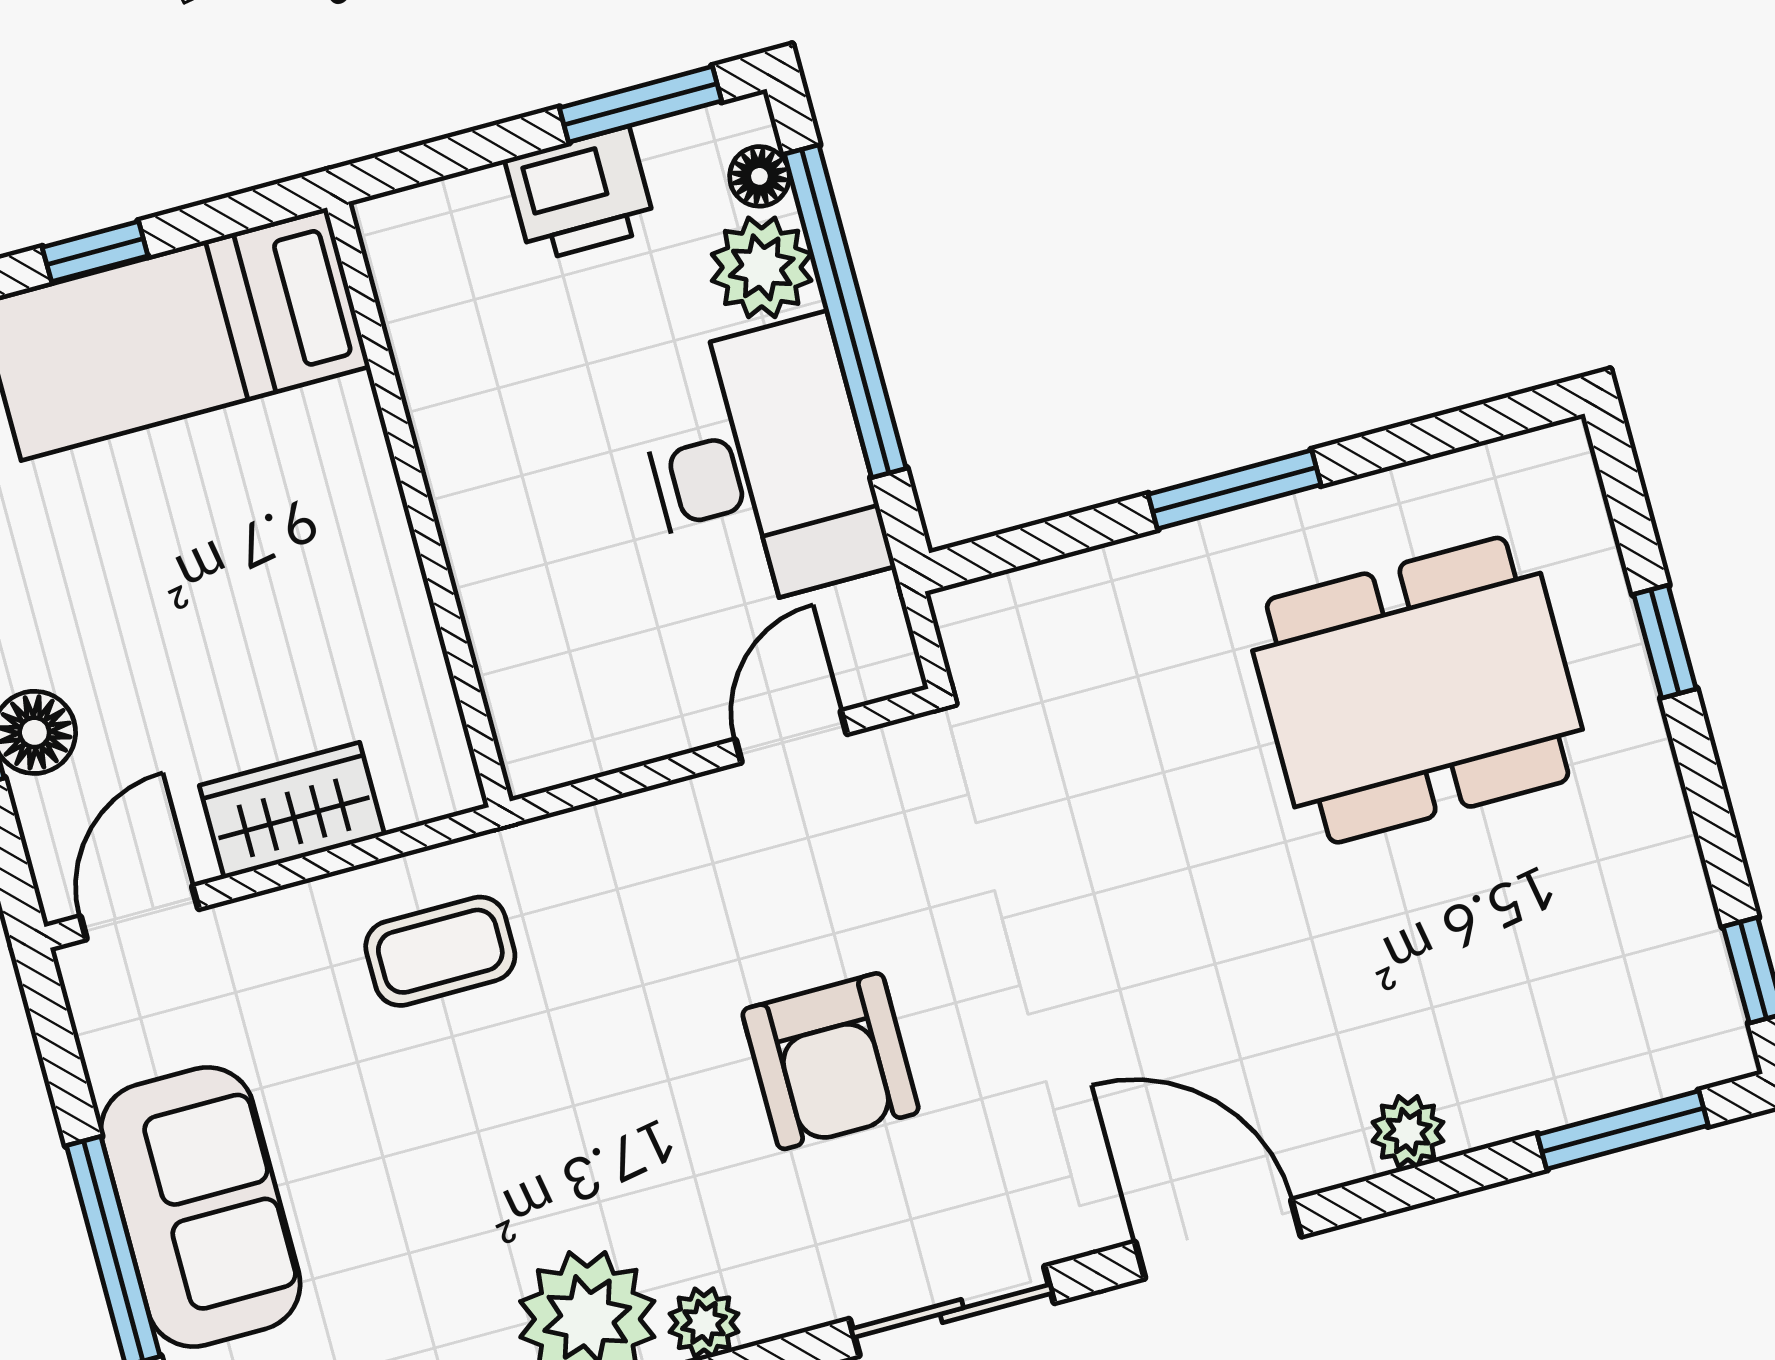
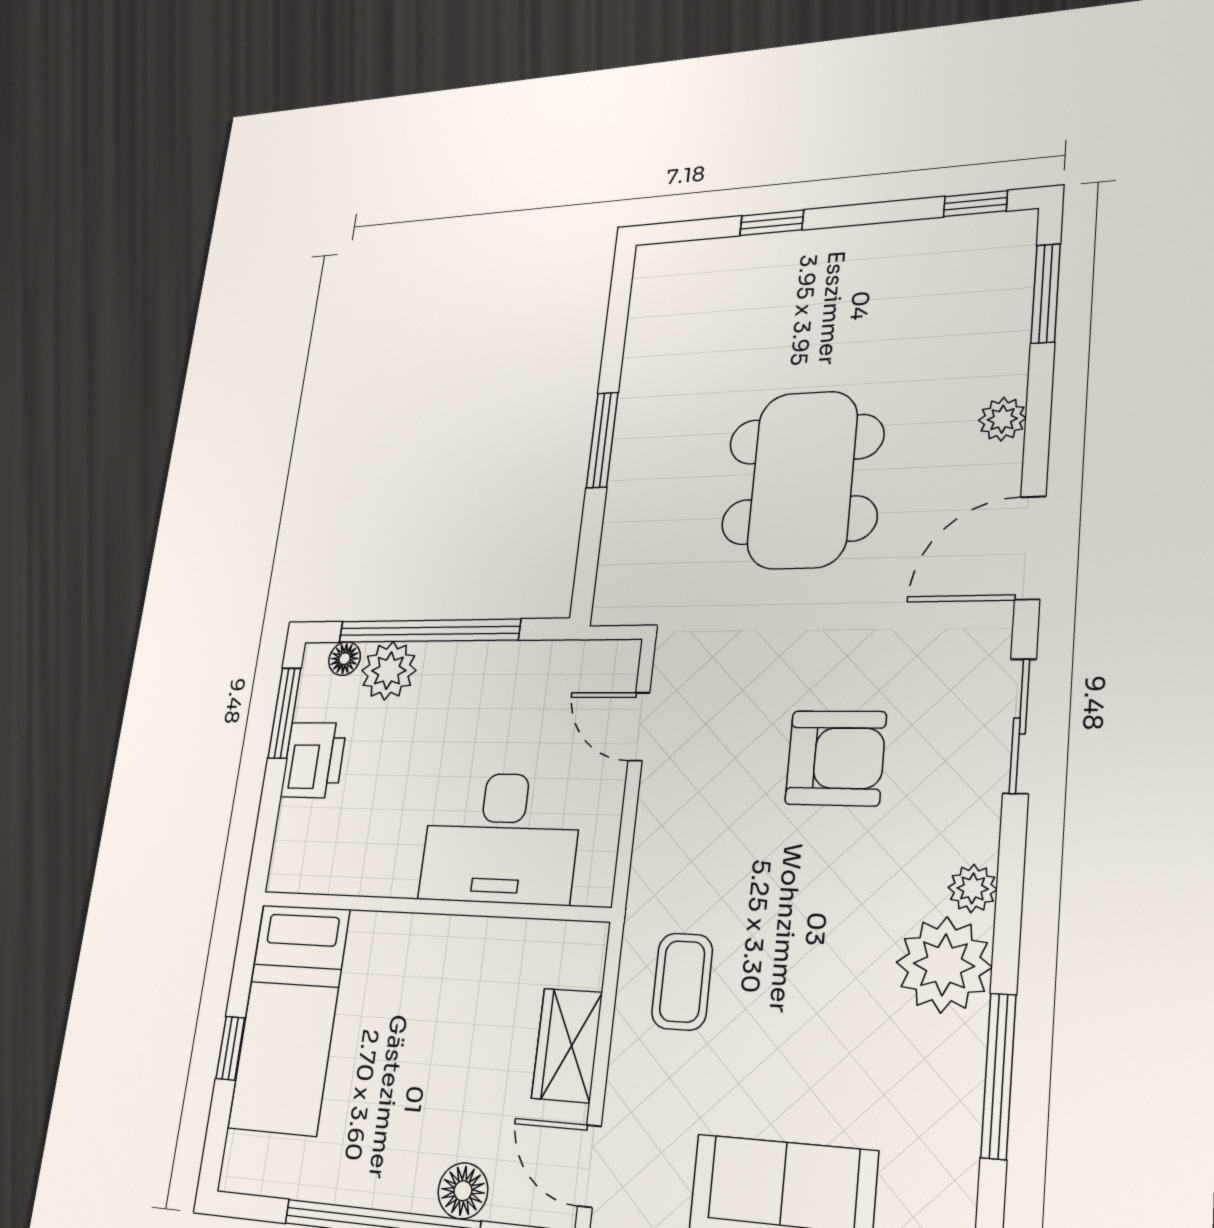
desk: (761, 466) -> (501, 838), moved, turned 180
dining table: (1418, 690) -> (802, 480), moved

